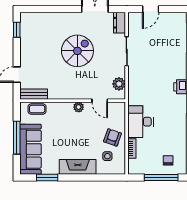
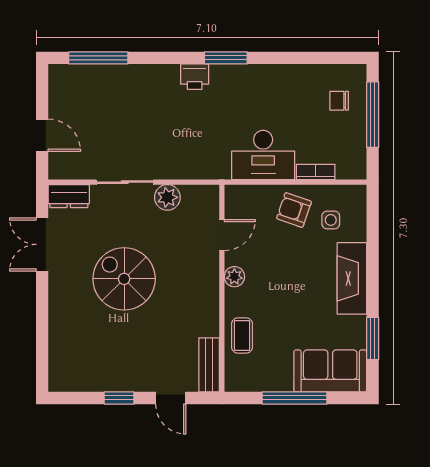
window: (17, 30) -> (119, 398), moved
plant: (119, 84) -> (167, 197), moved
coffee table: (37, 109) -> (242, 336), moved
sofa: (31, 149) -> (330, 371), width x0.73

